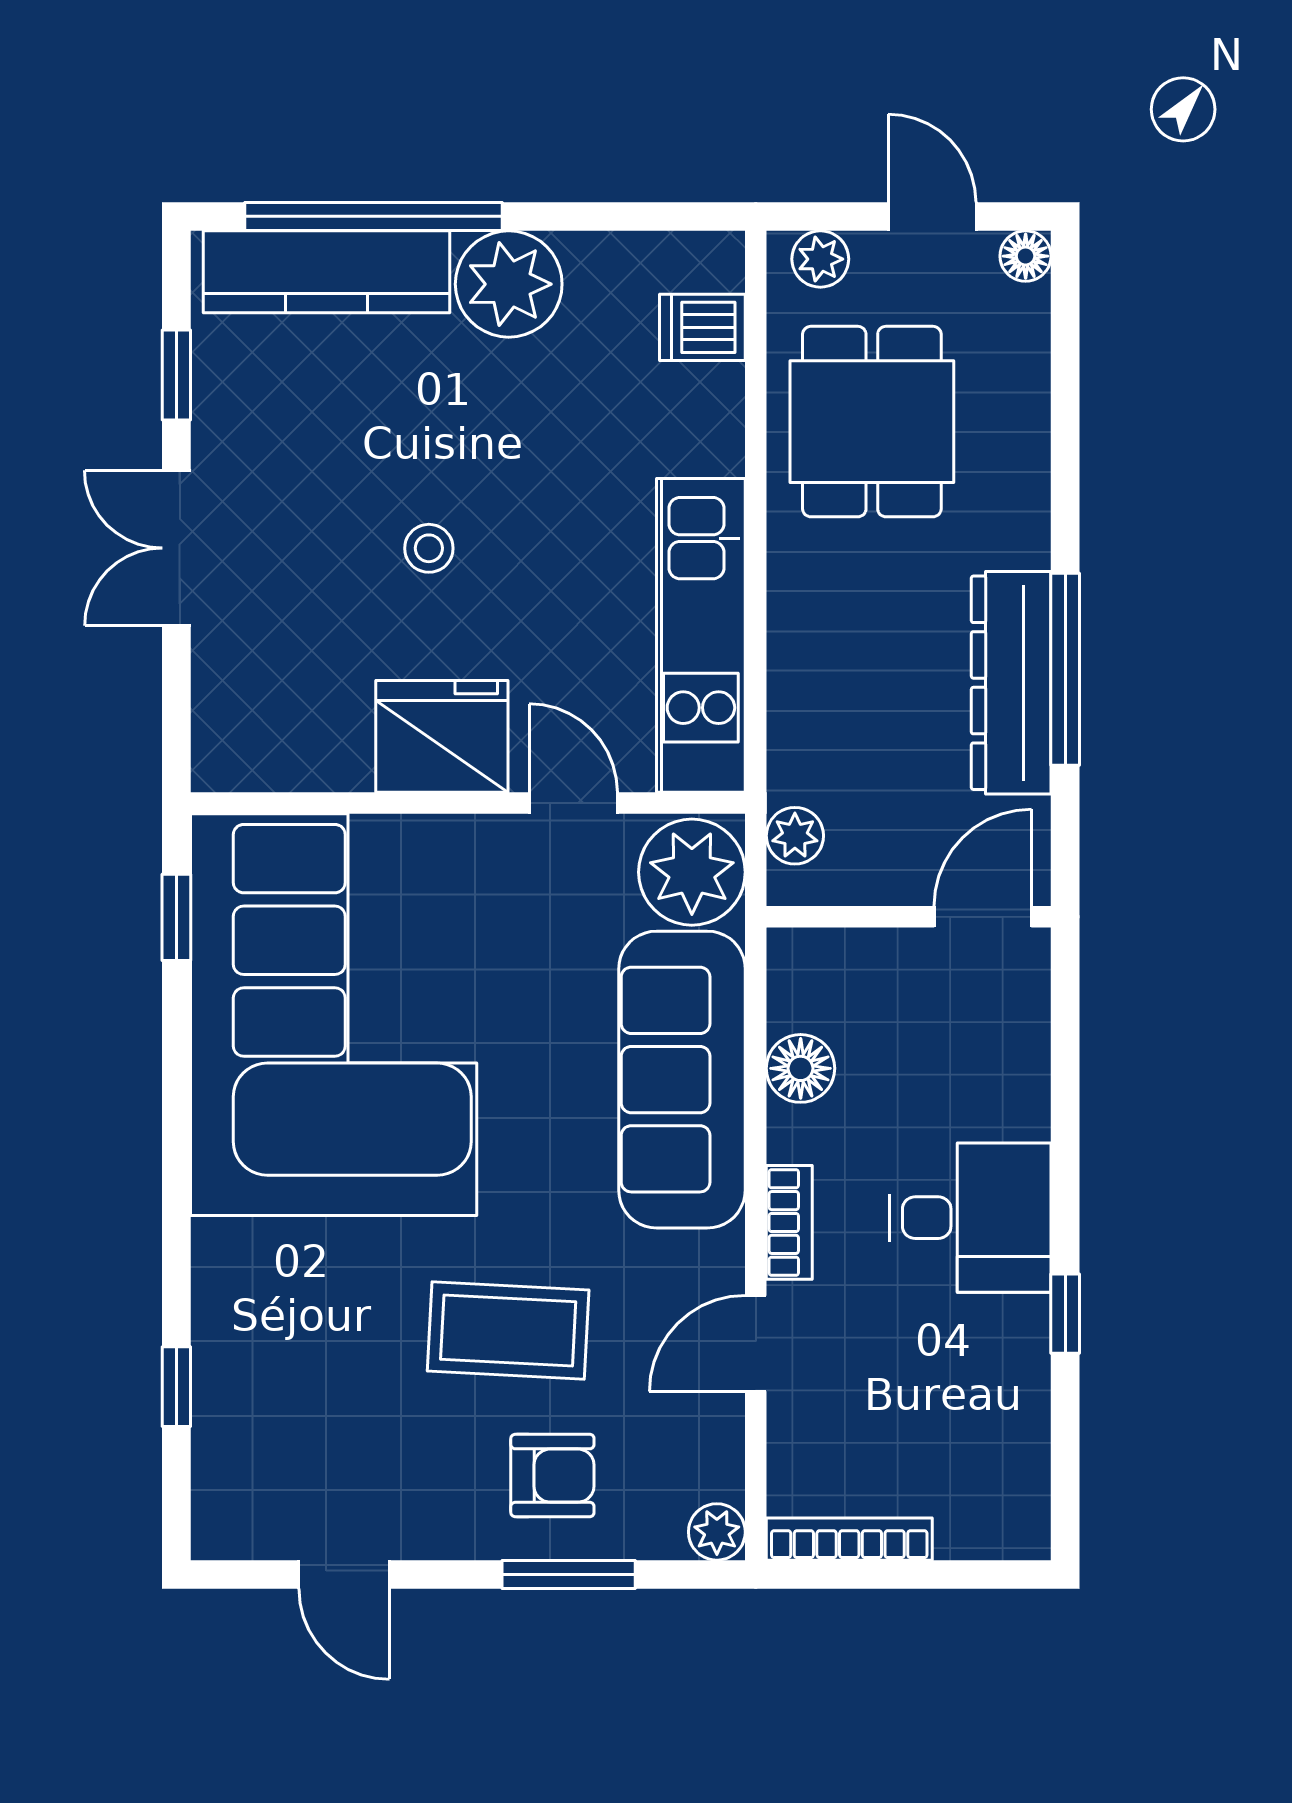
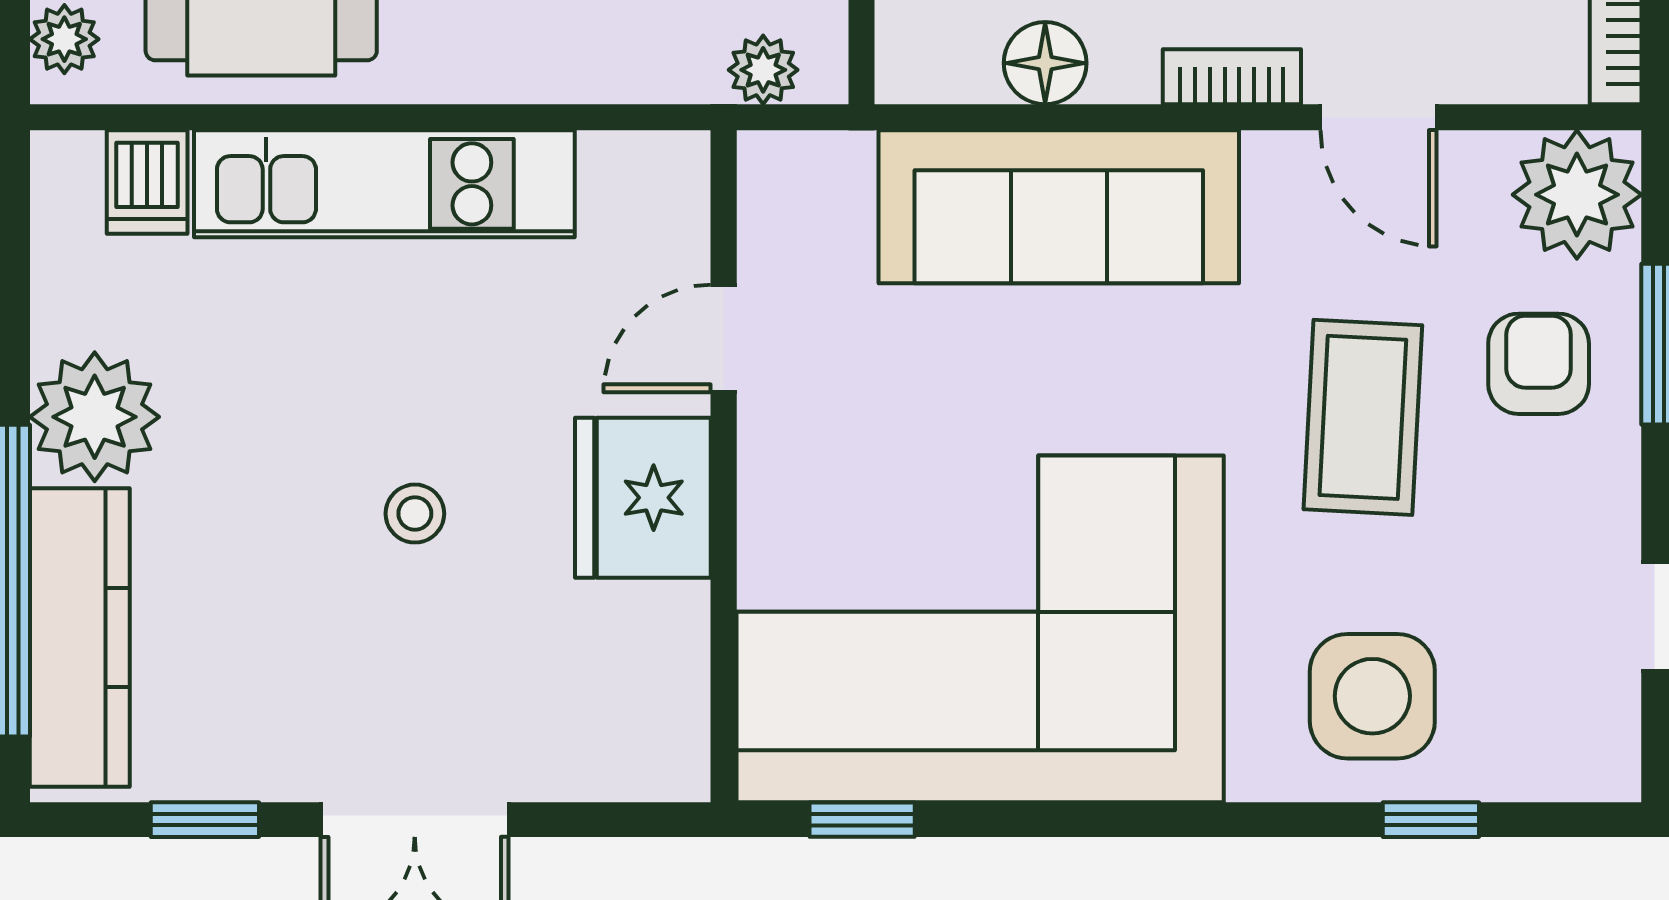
kitchen unit: (701, 635) -> (384, 184), moved
plant: (692, 872) -> (807, 195), removed
side table: (278, 1338) -> (1372, 696), added
plant: (717, 1532) -> (1577, 195), width x1.88, depth x1.88

